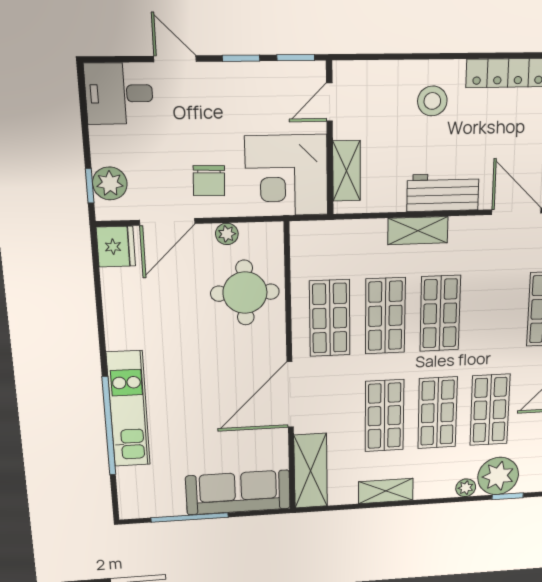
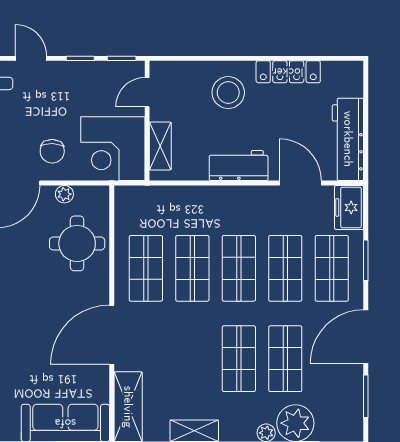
stool: (432, 101) -> (228, 93), width x1.38, depth x1.38
shelving: (418, 231) -> (219, 196), removed
shop shelf: (384, 416) -> (285, 268), moved

